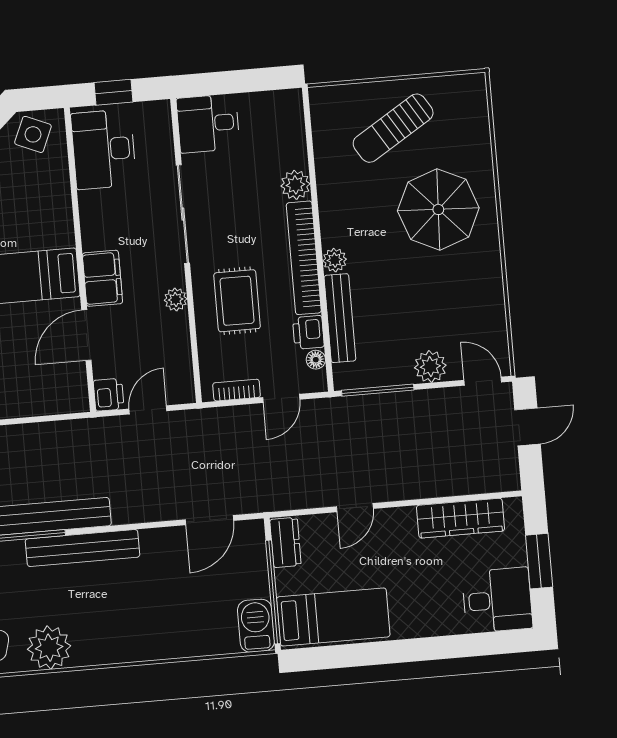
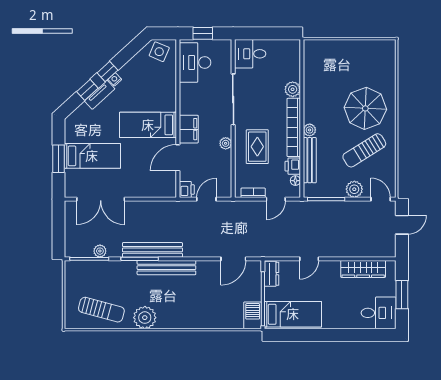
sun lounger: (393, 128) -> (364, 150), moved

